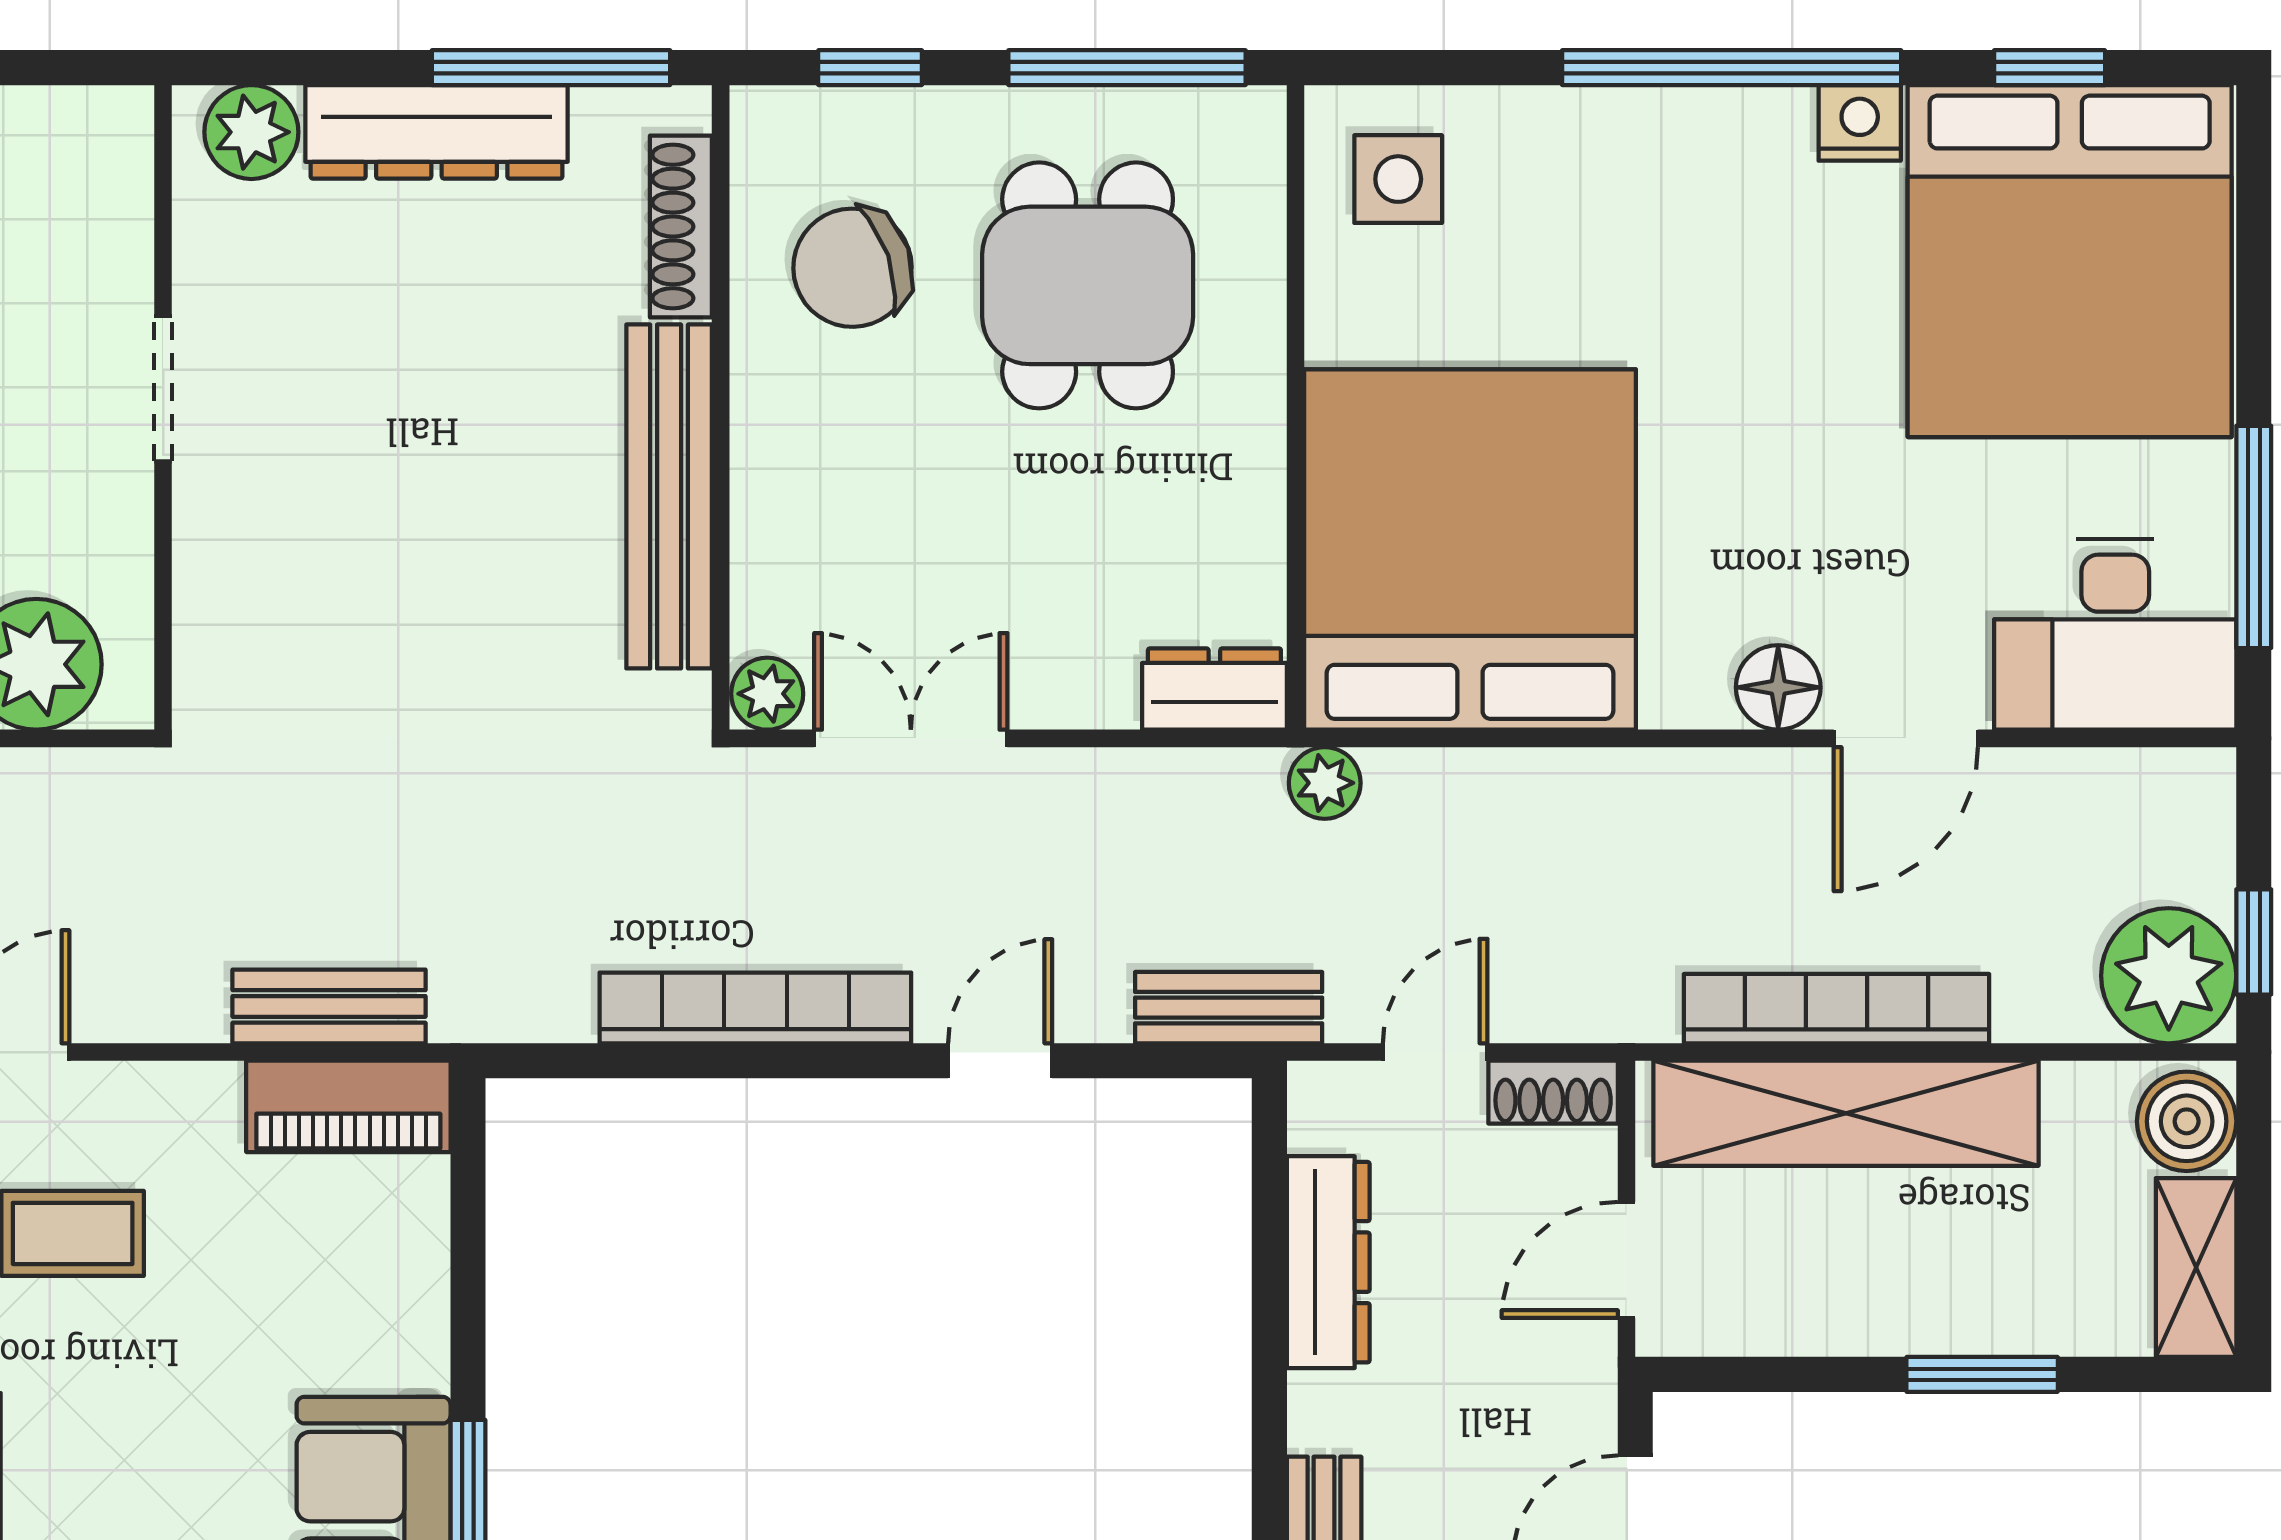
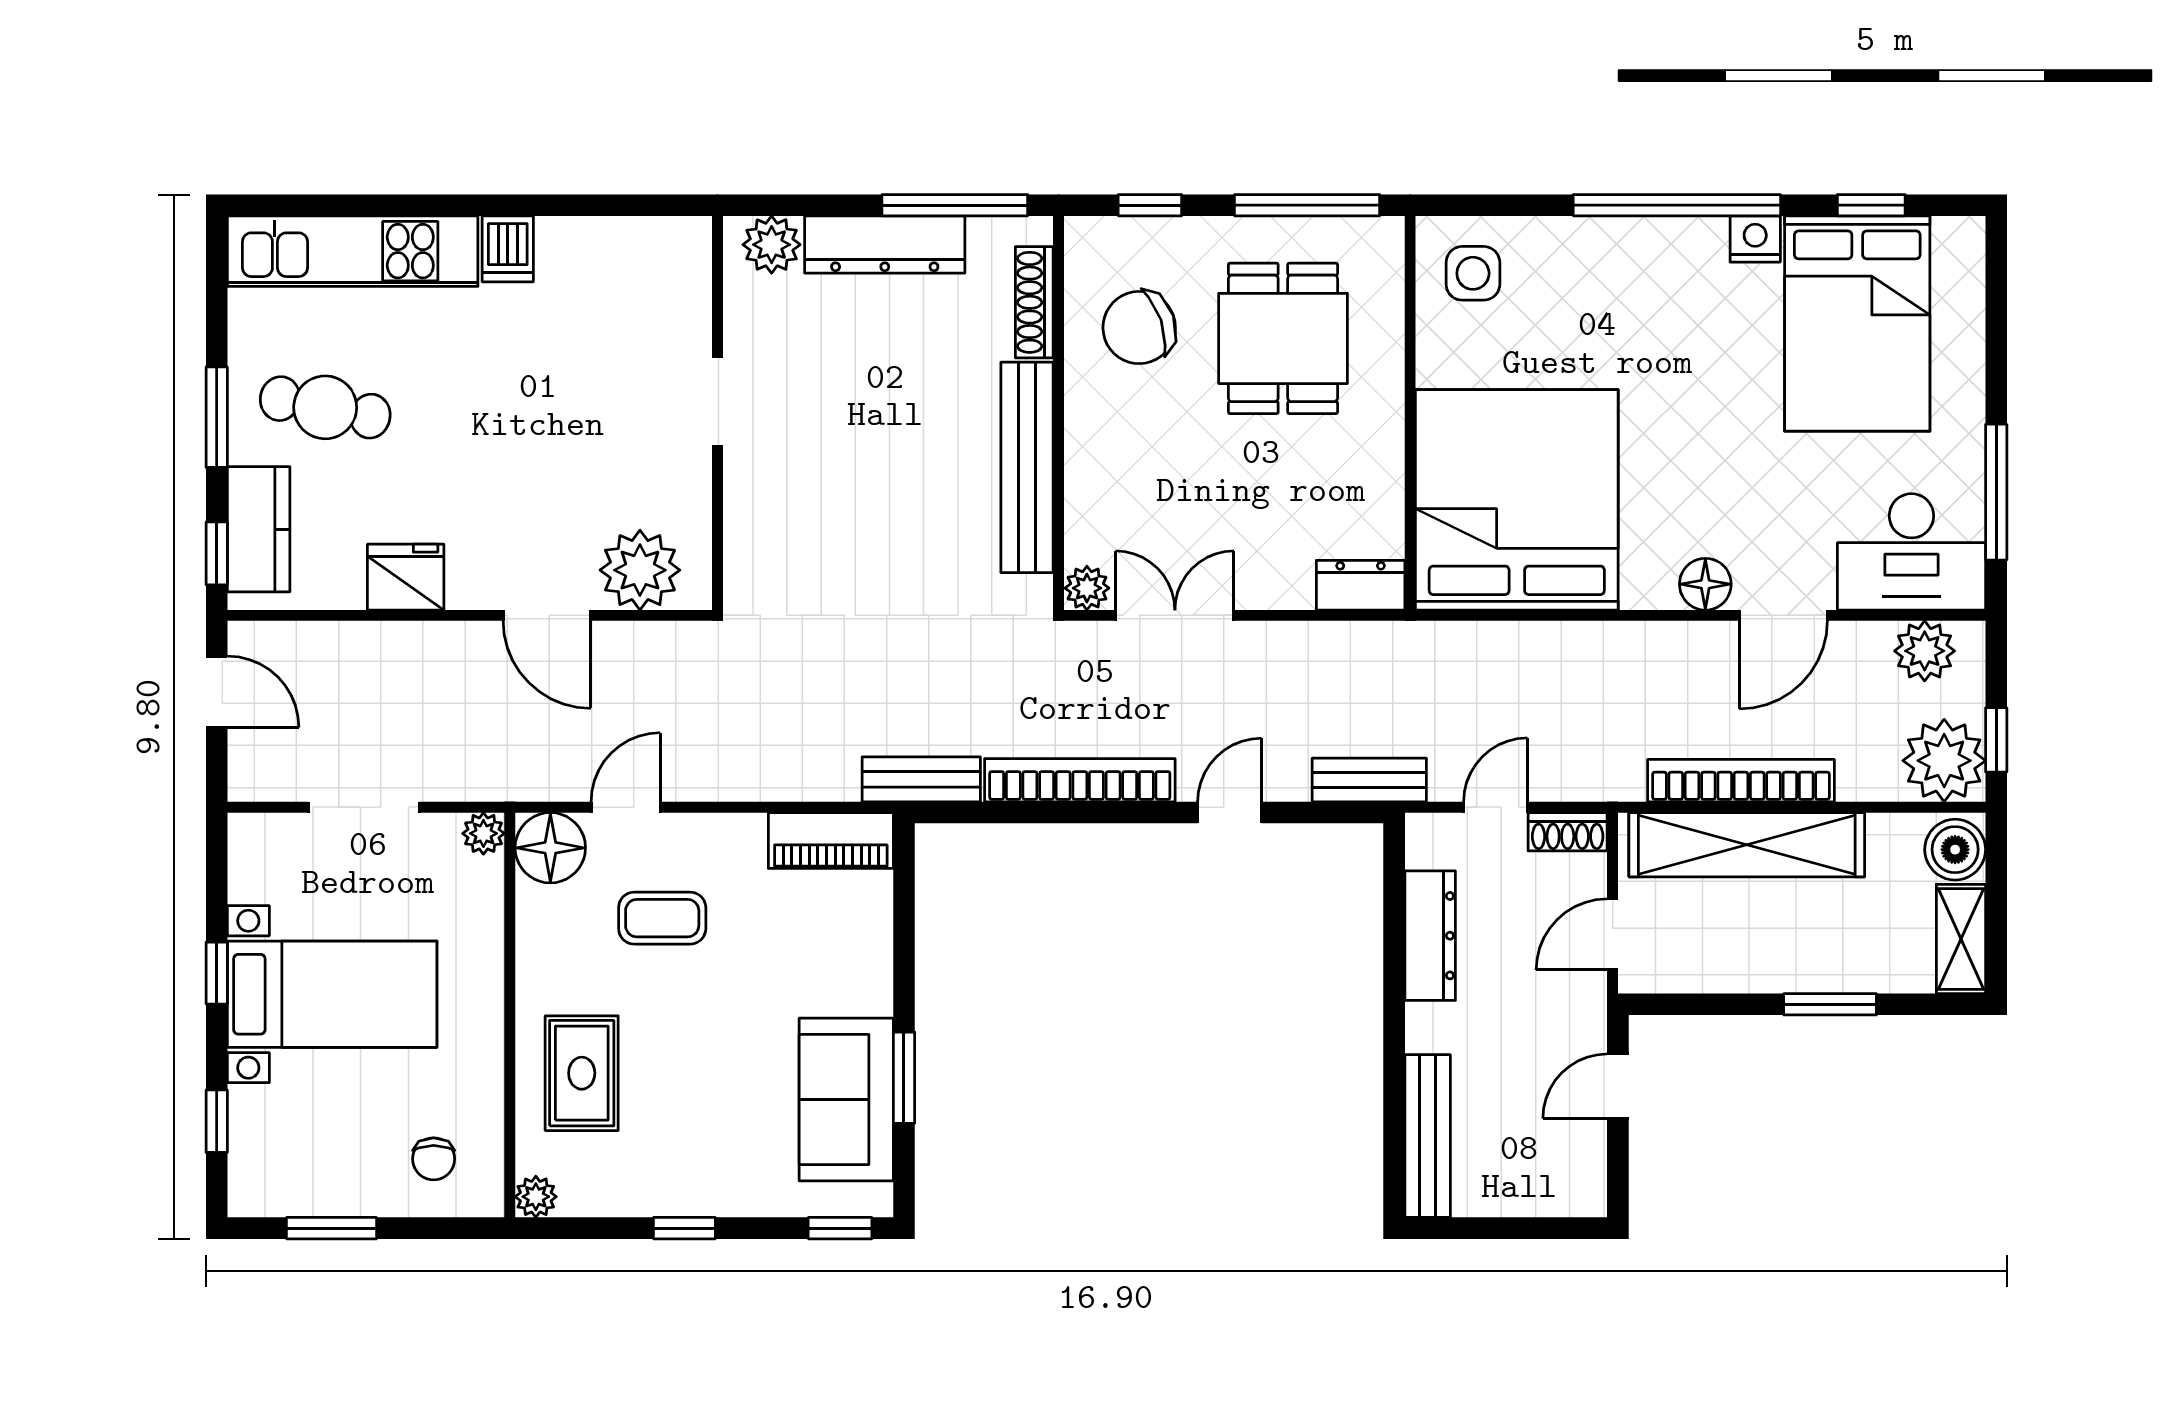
bed: (2070, 261) -> (1857, 323), width x0.73
plant: (1325, 783) -> (1925, 651), moved, width x1.38, depth x1.38
bench: (329, 1006) -> (921, 779), moved

